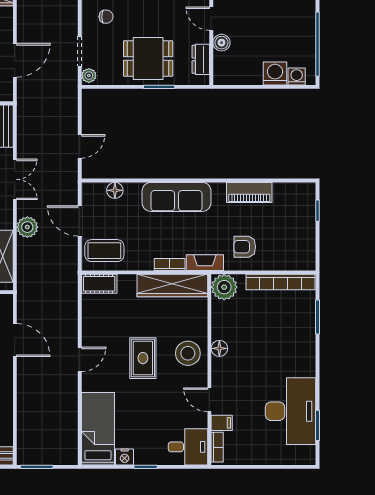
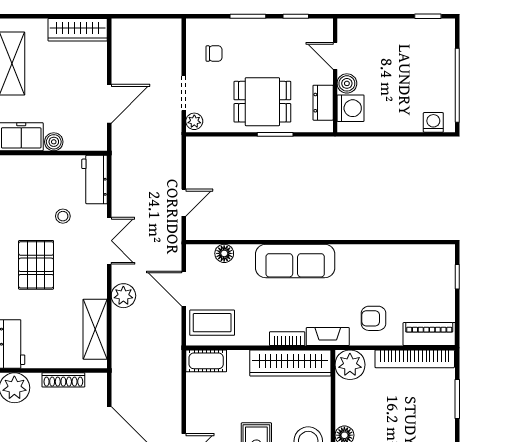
washing machine: (275, 73) -> (351, 108), moved, turned 90
piano: (249, 192) -> (429, 334), moved, turned 180

